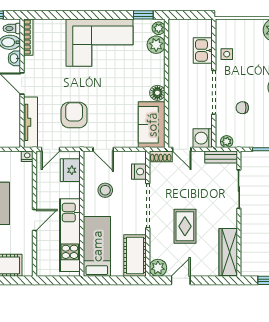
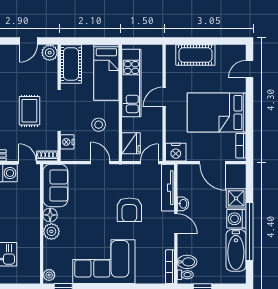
plant: (156, 45) -> (51, 231), moved
washbasin: (14, 58) -> (183, 204), moved
armchair: (74, 115) -> (129, 210), moved
nightstand: (27, 156) -> (176, 152), width x1.89, depth x1.79
rug: (185, 226) -> (29, 111), moved

